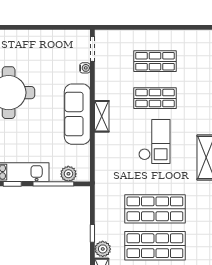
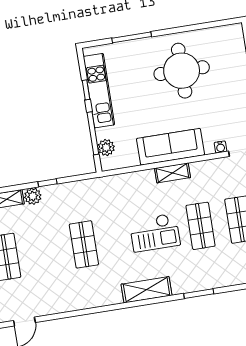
shop shelf: (155, 209) -> (84, 244), width x0.70, depth x0.74
shop shelf: (155, 246) -> (45, 251), removed

